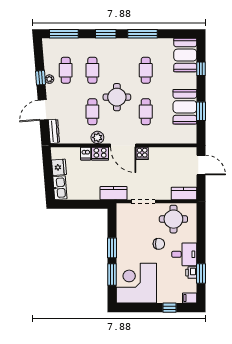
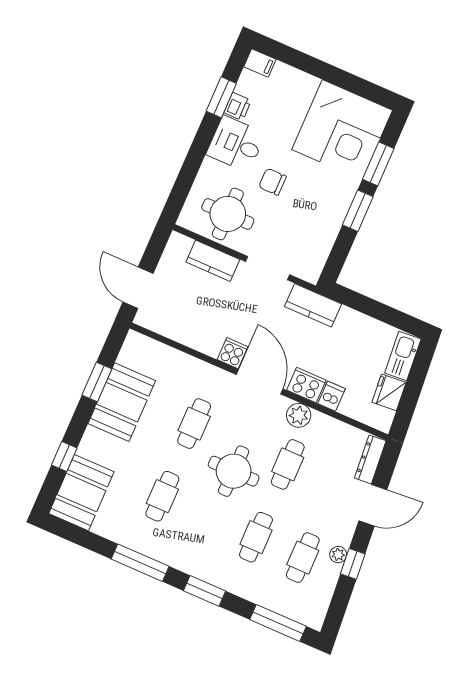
kitchen counter: (184, 194) -> (213, 261), moved
window: (170, 308) -> (303, 62), removed

